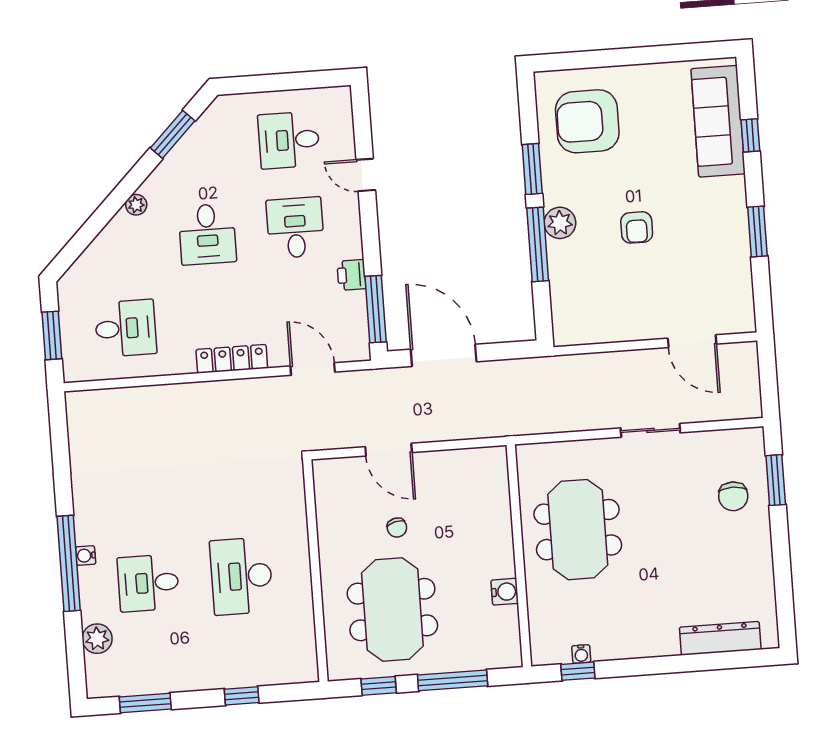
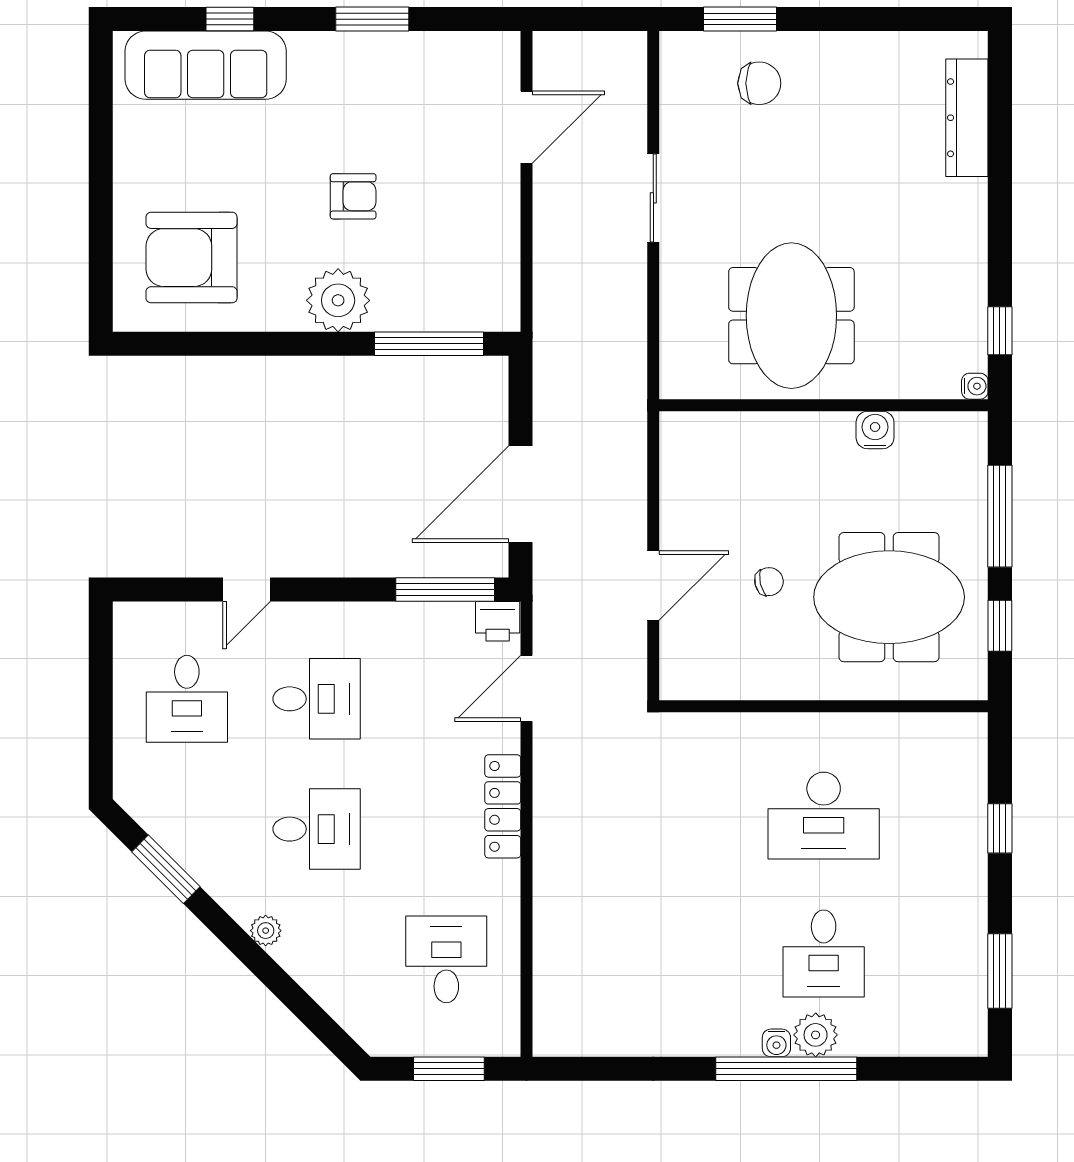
armchair: (587, 121) -> (192, 258), turned 90
window: (532, 169) -> (256, 344), removed
plant: (560, 223) -> (338, 300), width x1.36, depth x1.36
desk: (295, 228) -> (317, 699), turned 180
window: (538, 244) -> (429, 344), moved
printer: (351, 275) -> (498, 621), moved
meeting table: (578, 530) -> (791, 316), turned 90
plant: (97, 639) -> (816, 1035), moved
water cooler: (581, 654) -> (975, 386), moved

